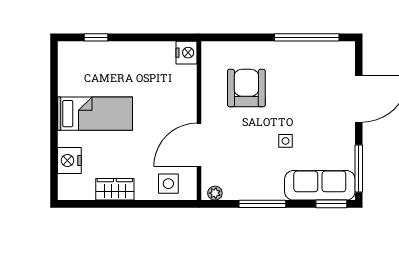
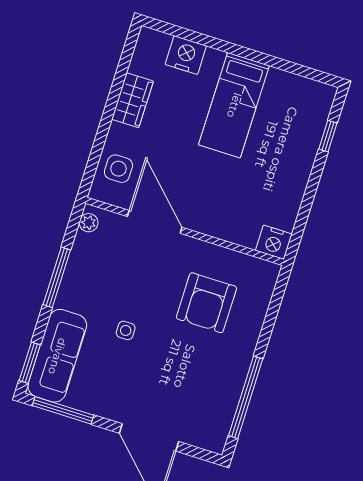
armchair: (246, 88) -> (206, 303), turned 90

